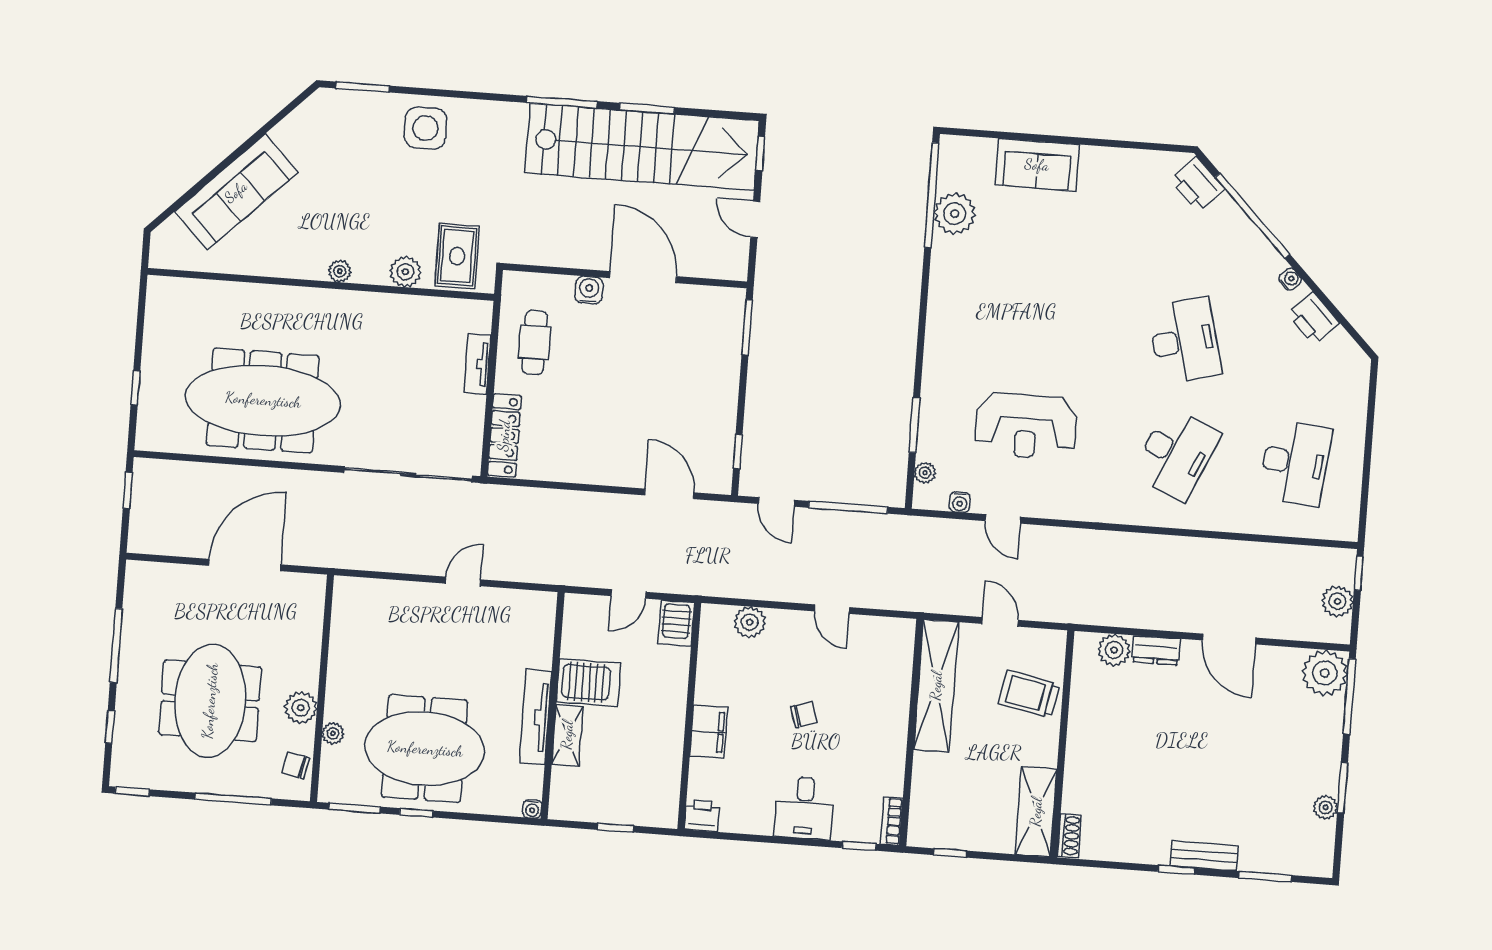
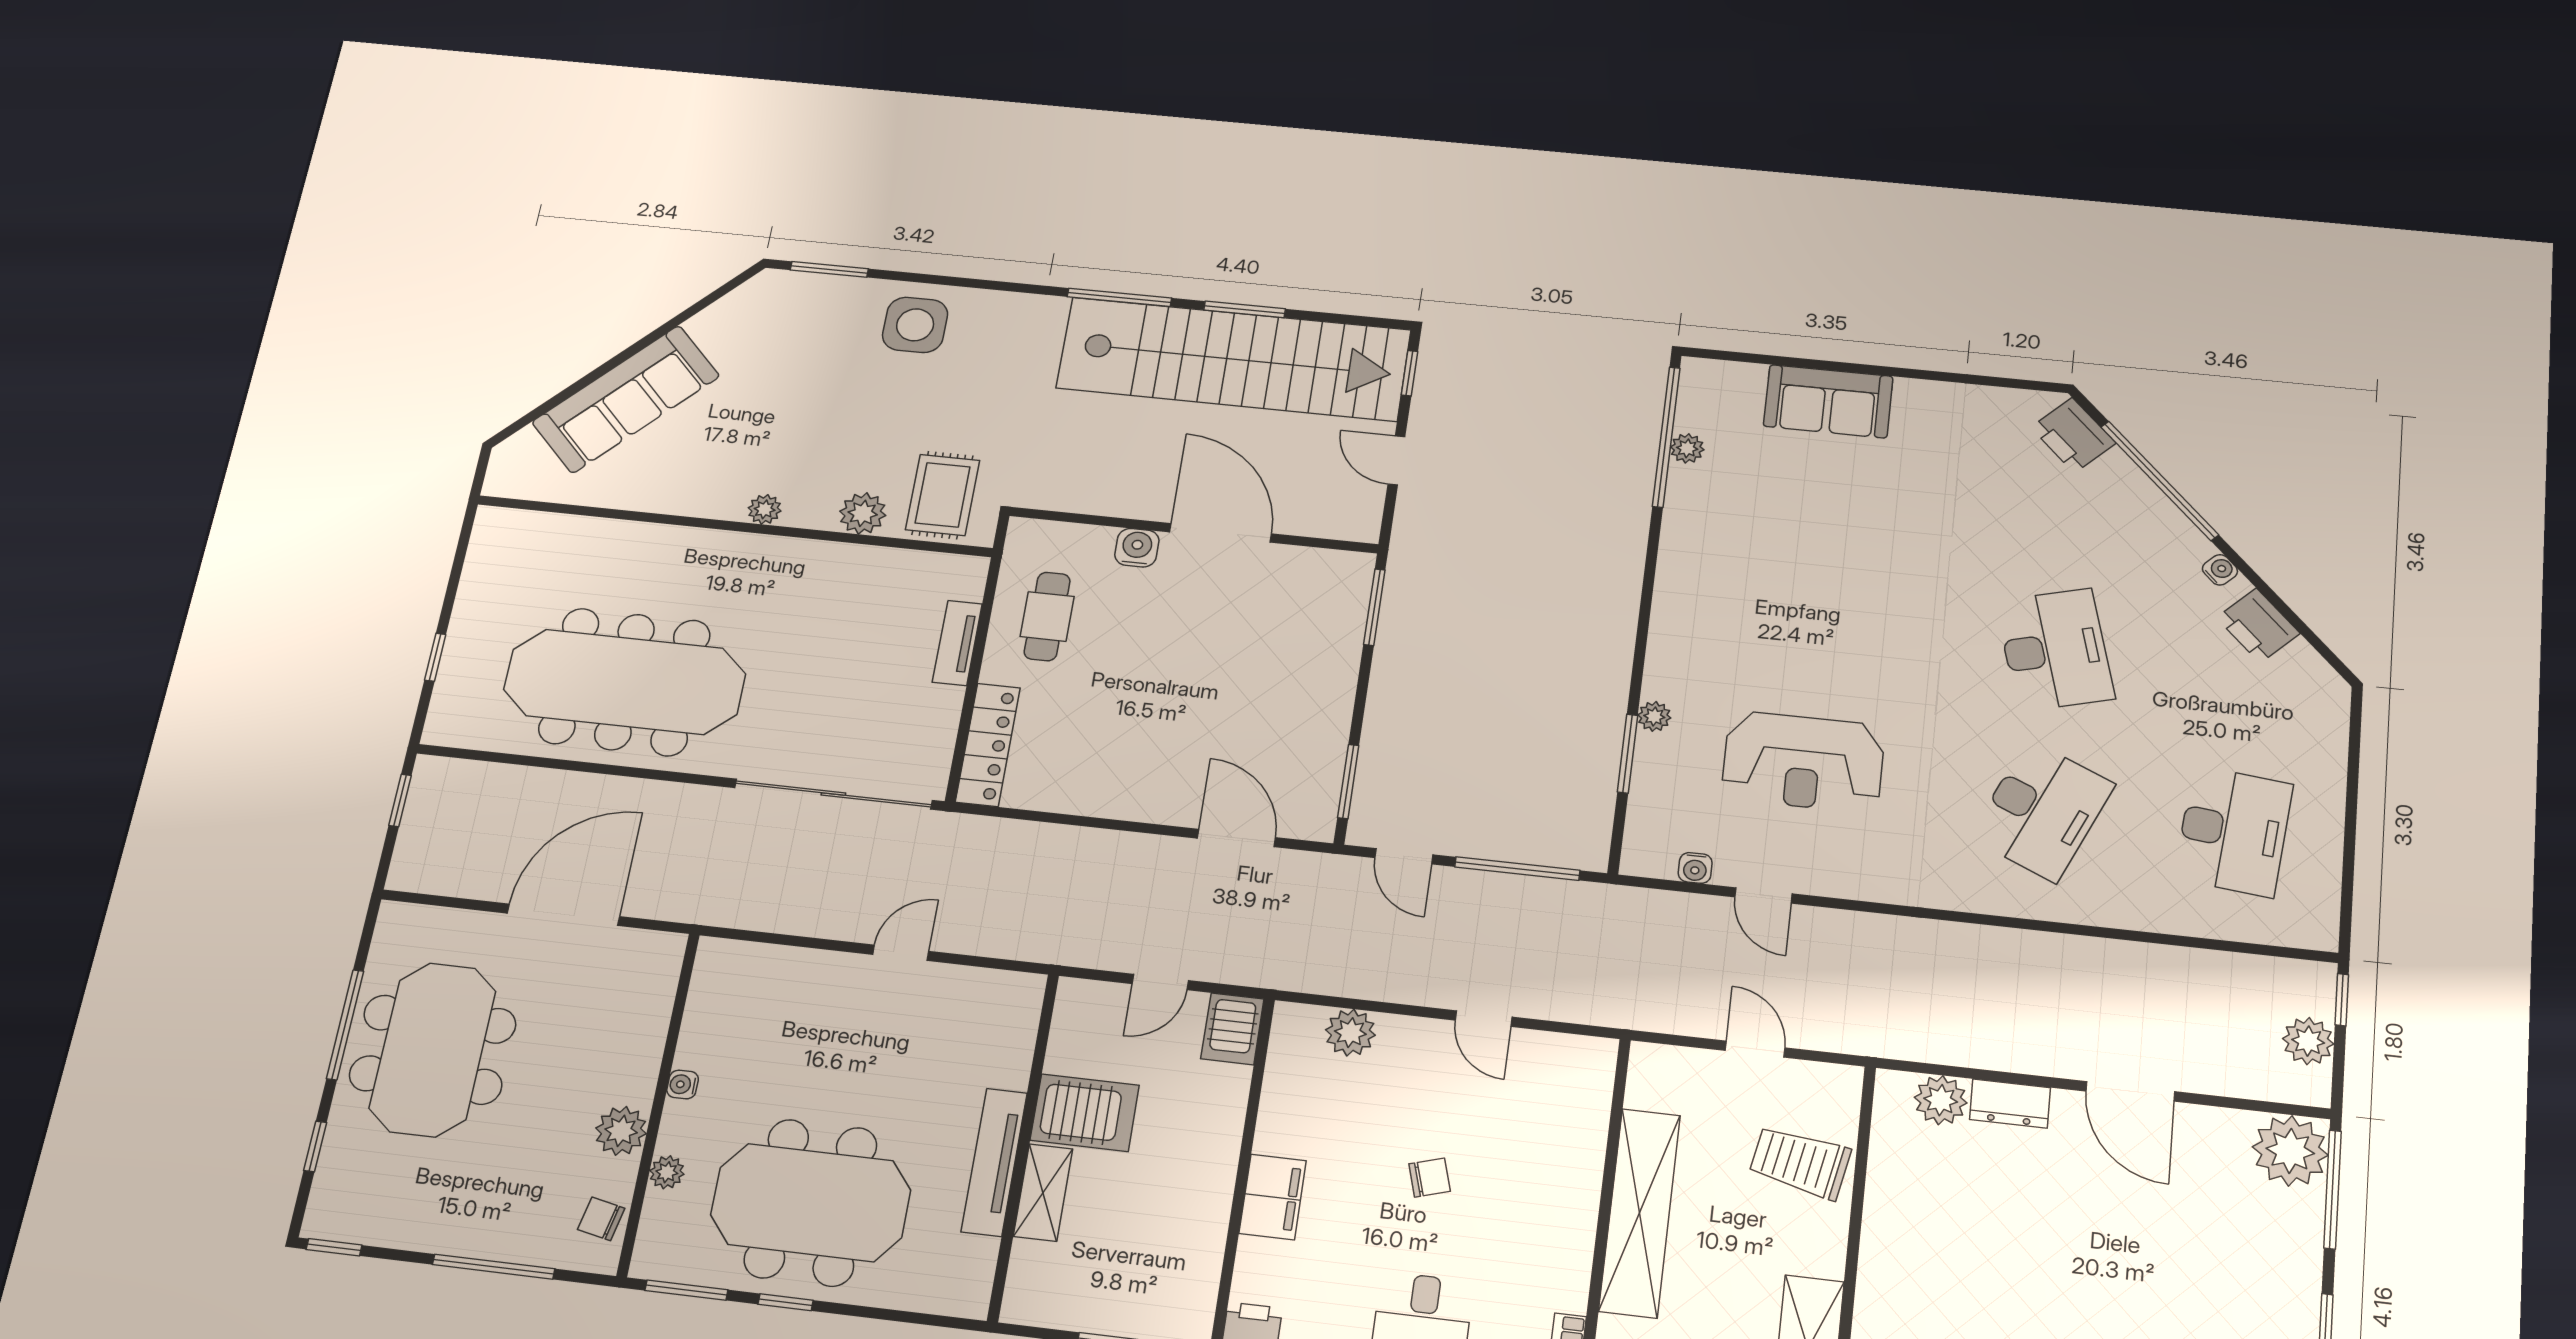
plant: (955, 214) -> (1687, 448), width x0.53, depth x0.53
window: (738, 452) -> (1348, 781), width x1.50
plant: (925, 473) -> (1654, 716), moved
shelving: (936, 686) -> (1640, 1213), moved
meeting table: (210, 701) -> (433, 1050), moved
water cooler: (532, 809) -> (683, 1085), moved, turned 90

